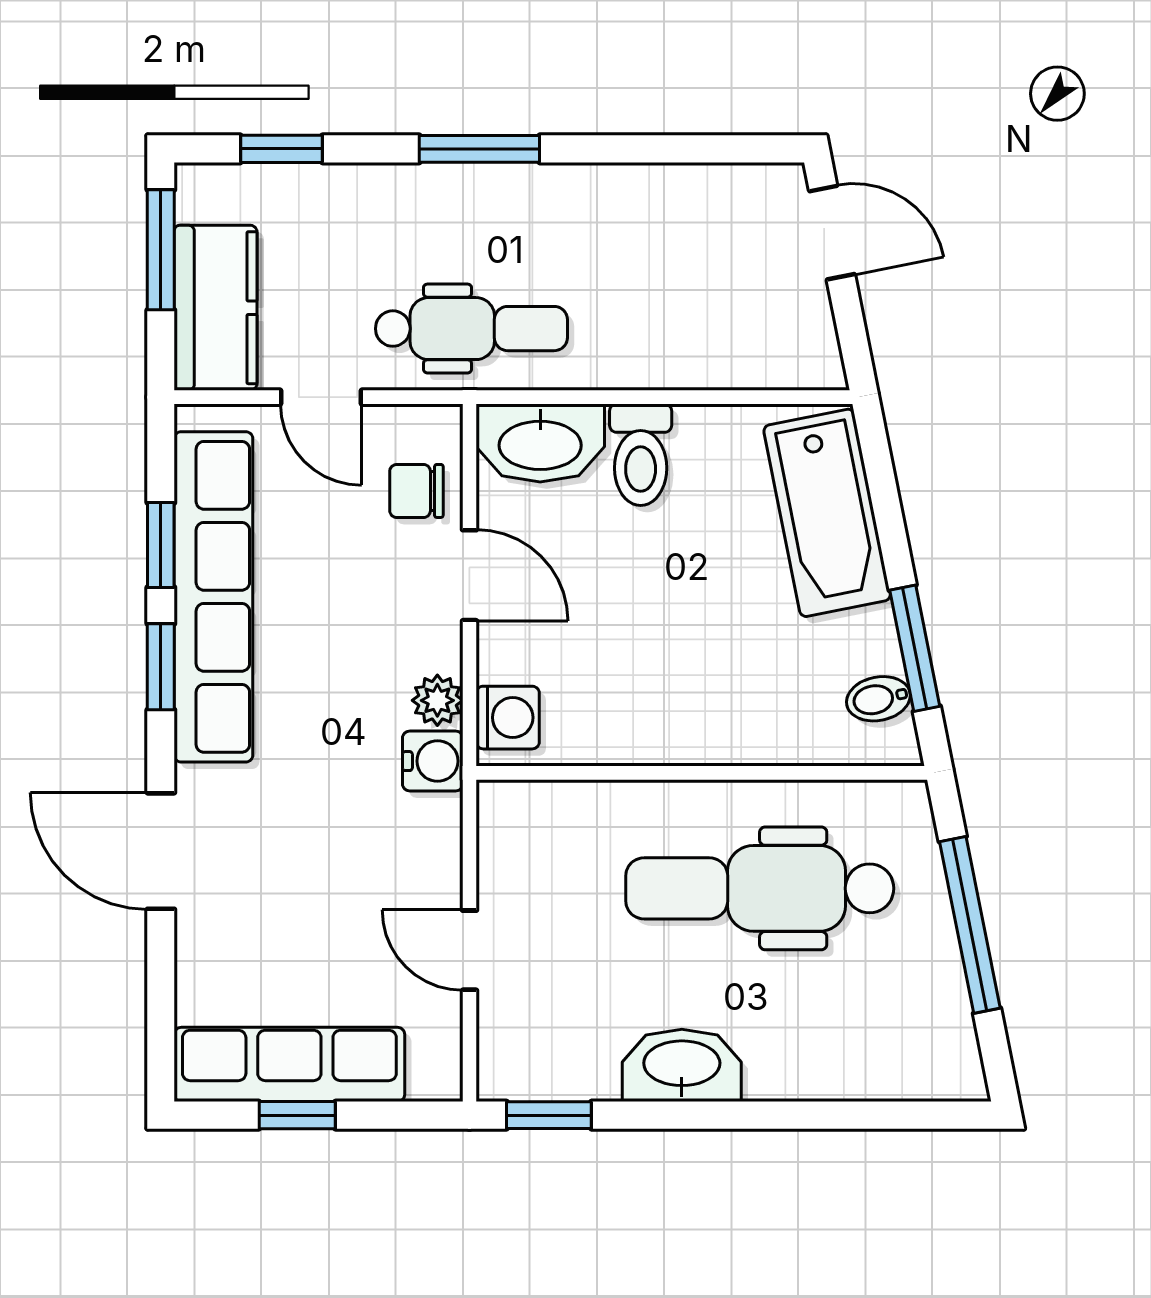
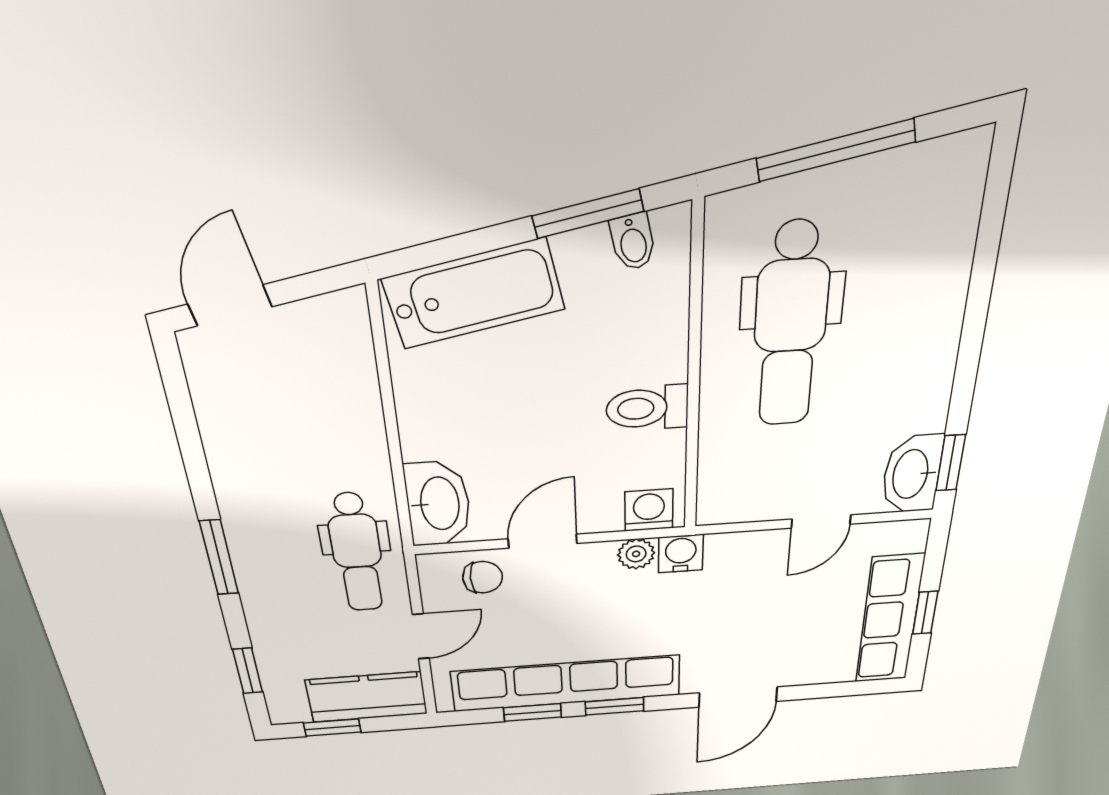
window: (161, 250) -> (332, 727), width x0.67
dental chair: (471, 329) -> (357, 553), turned 180
toilet: (641, 455) -> (647, 408), moved, turned 180
chair: (416, 491) -> (483, 577), turned -90
washbasin: (682, 1065) -> (912, 474), moved

